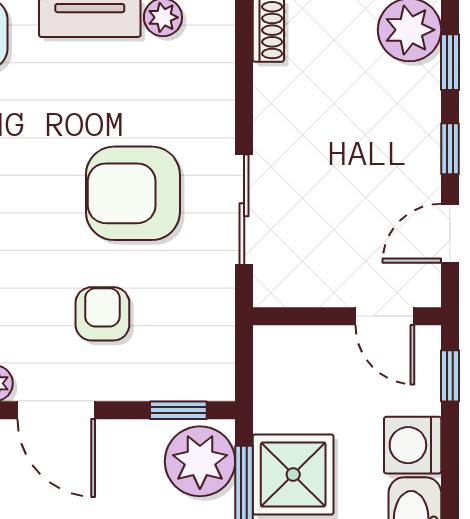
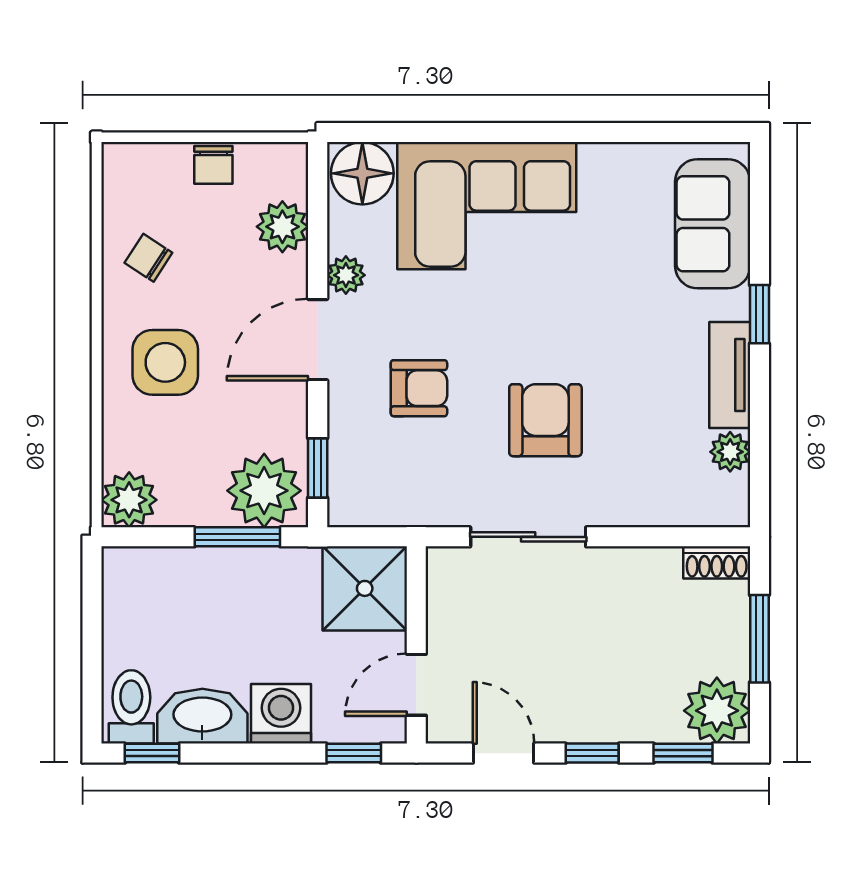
armchair: (133, 193) -> (545, 420), width x0.73, depth x0.73
shower: (293, 474) -> (365, 588), moved

